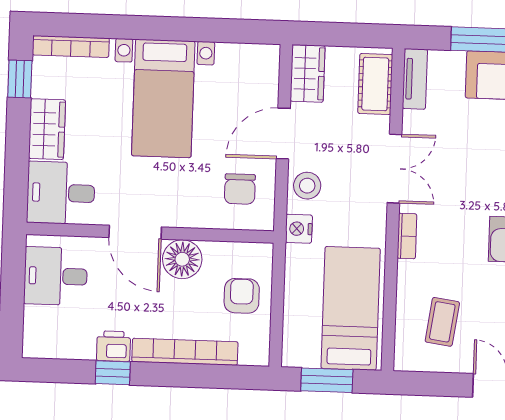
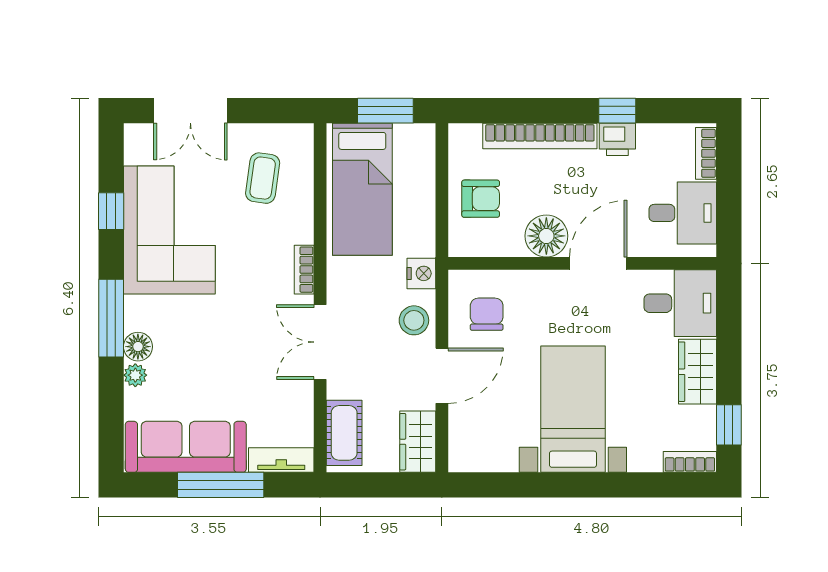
bookcase: (71, 47) -> (690, 462), width x0.64
tv unit: (415, 79) -> (281, 460), moved, turned 90
door: (135, 232) -> (598, 263), hinge flipped
armchair: (242, 296) -> (481, 199), turned -90
bookcase: (32, 330) -> (706, 153), added

